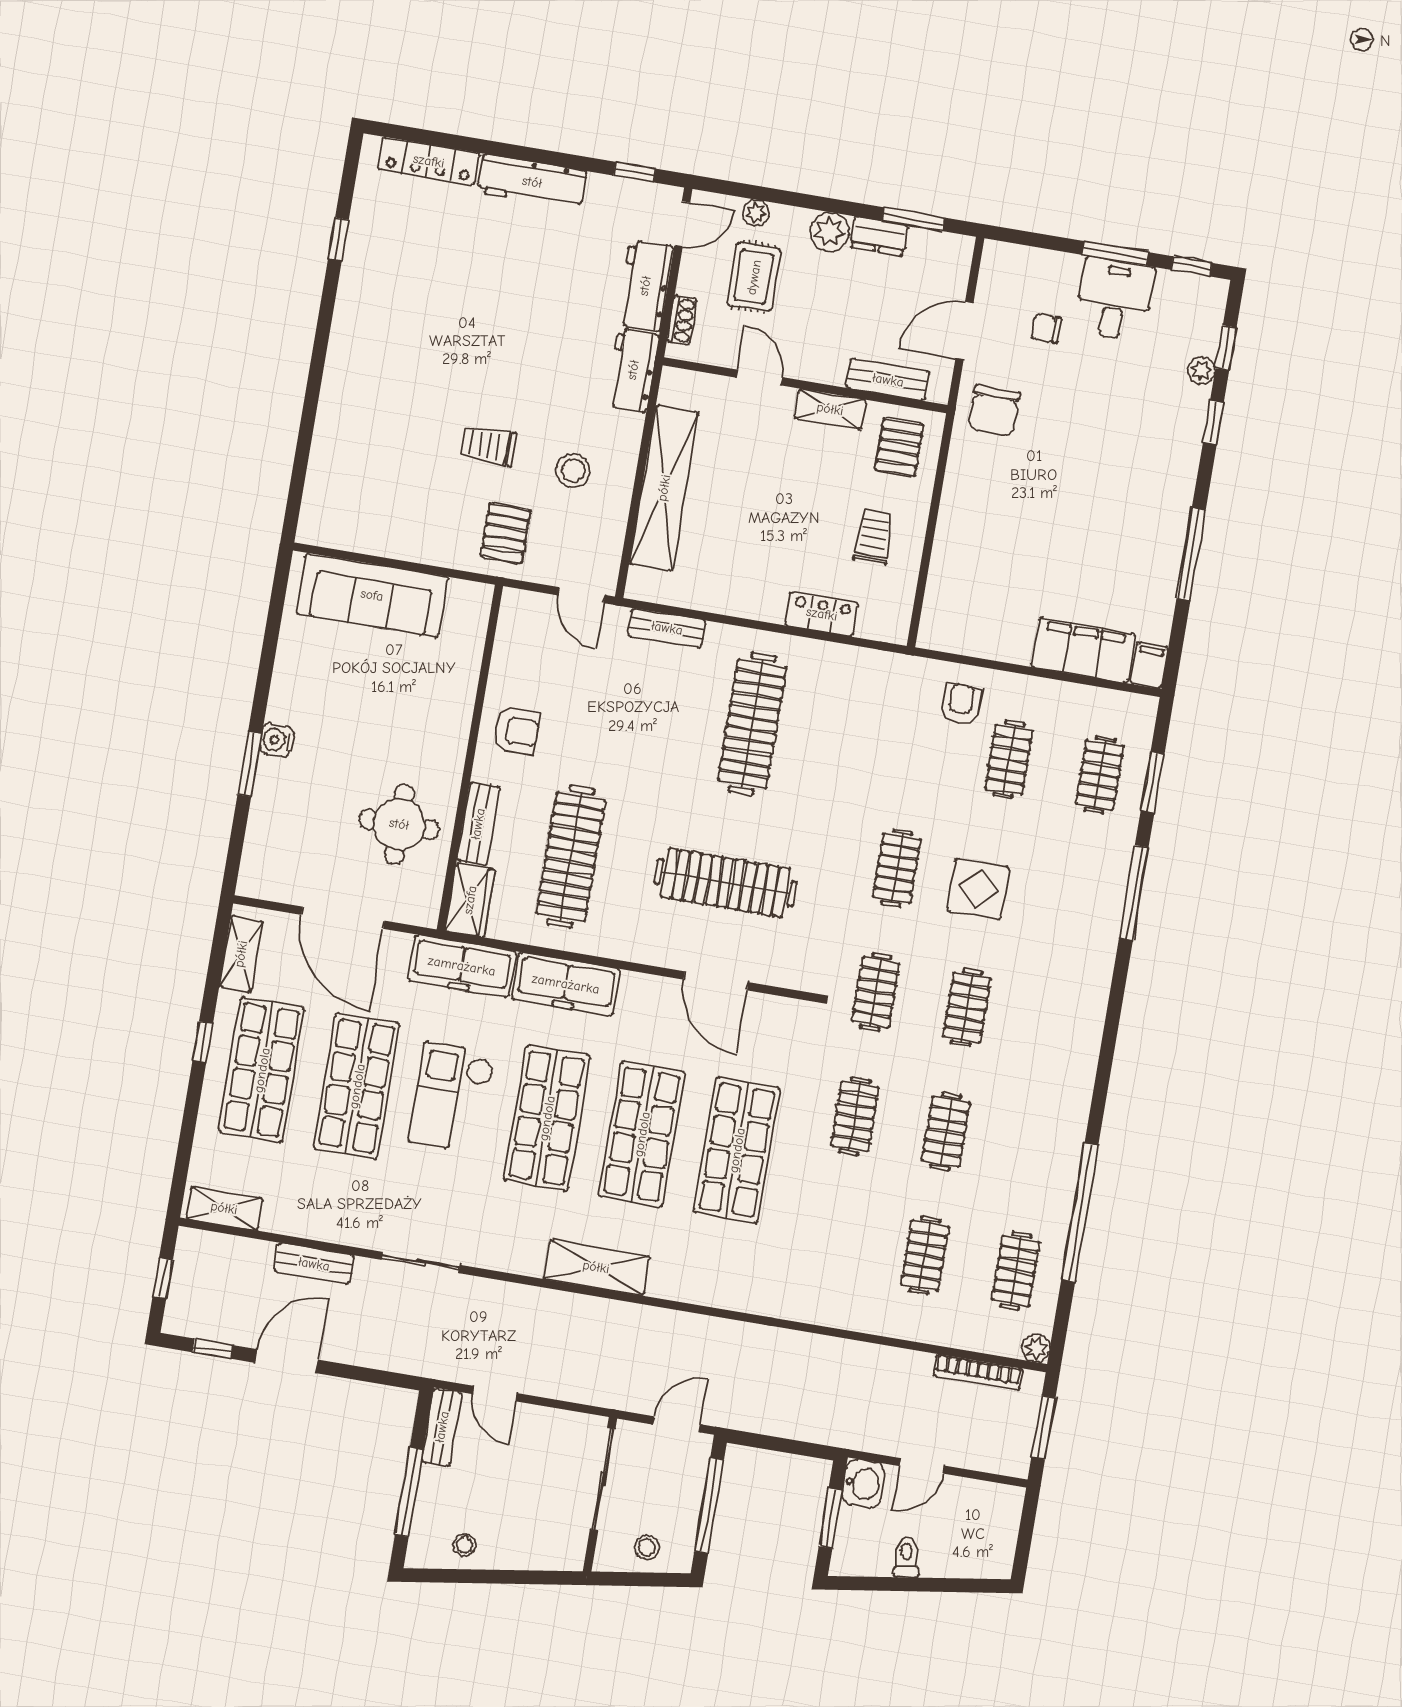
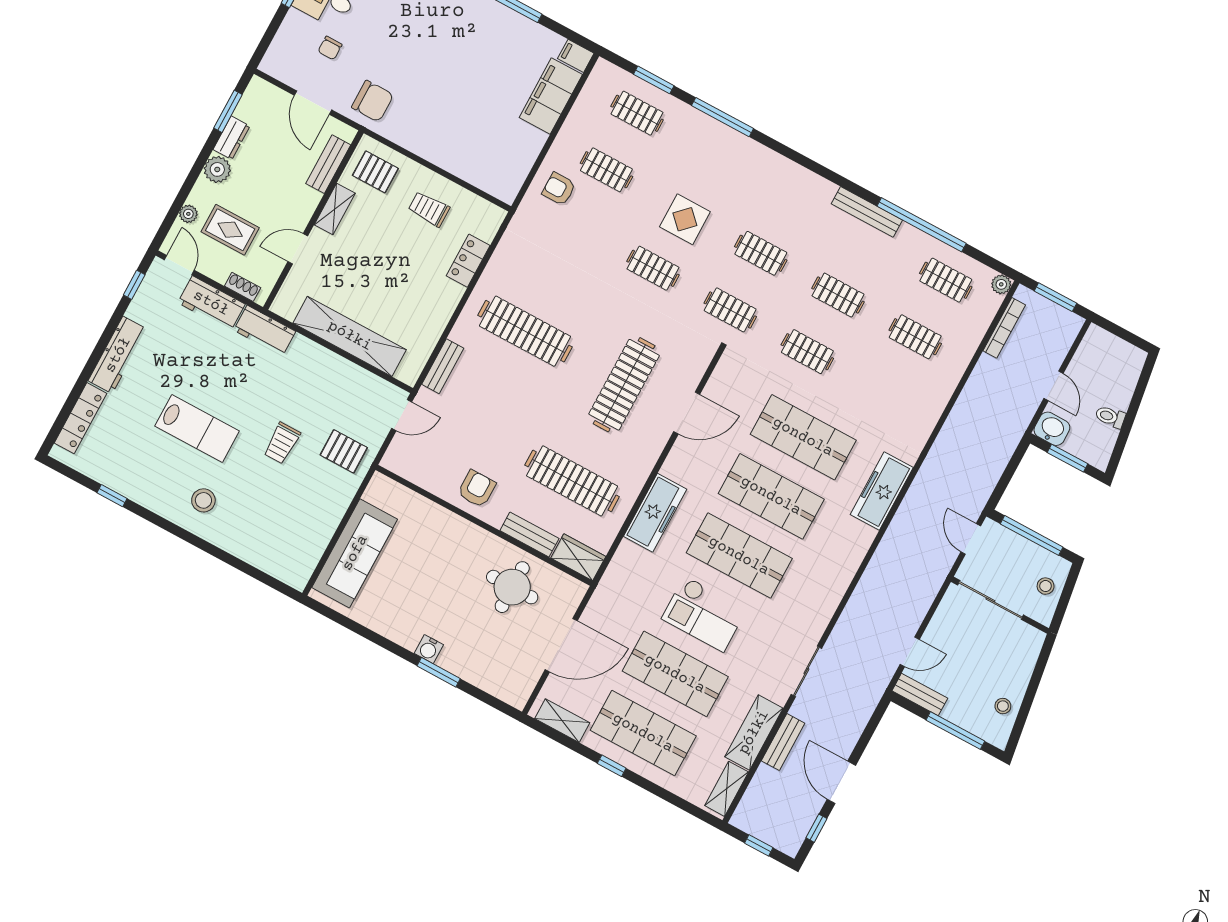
lab bench: (469, 324) -> (197, 429), added
stool: (573, 470) -> (203, 500), moved
freezer: (462, 966) -> (882, 491), moved, turned 180
bench: (1072, 1132) -> (867, 212), added
shelving: (596, 1267) -> (754, 732), moved

